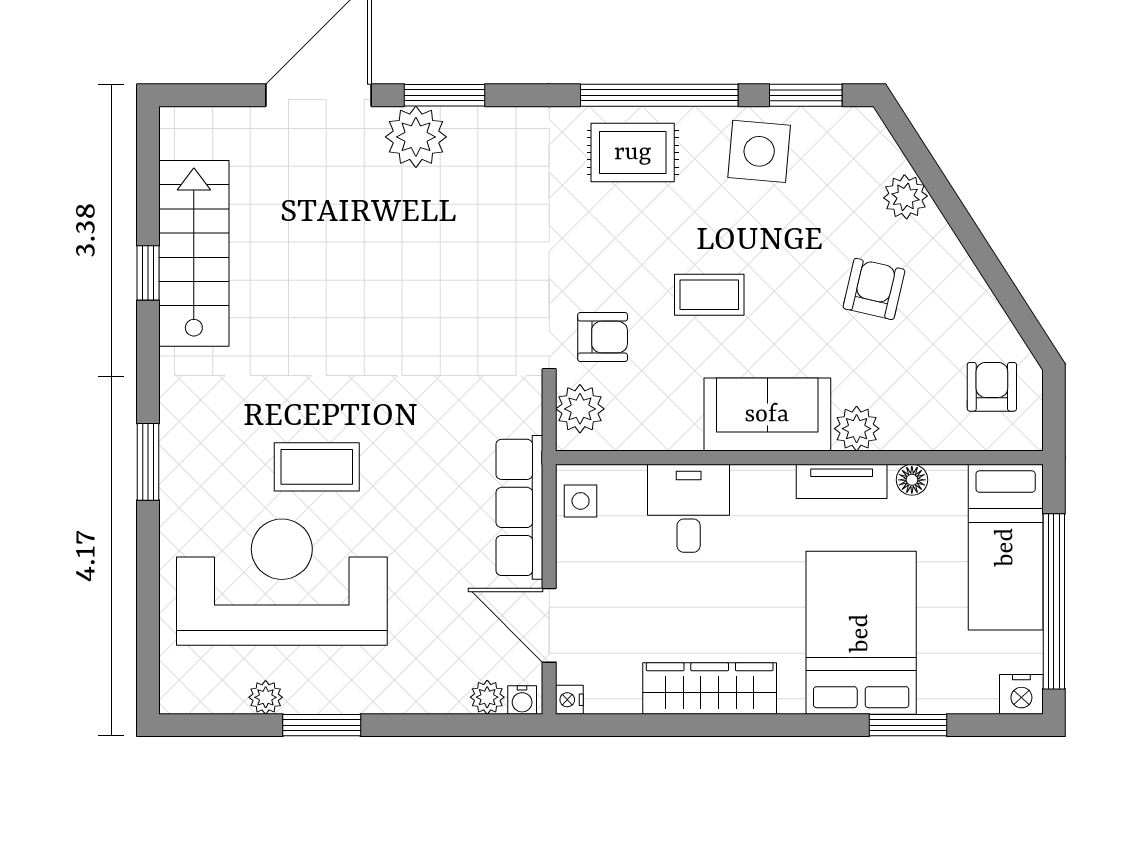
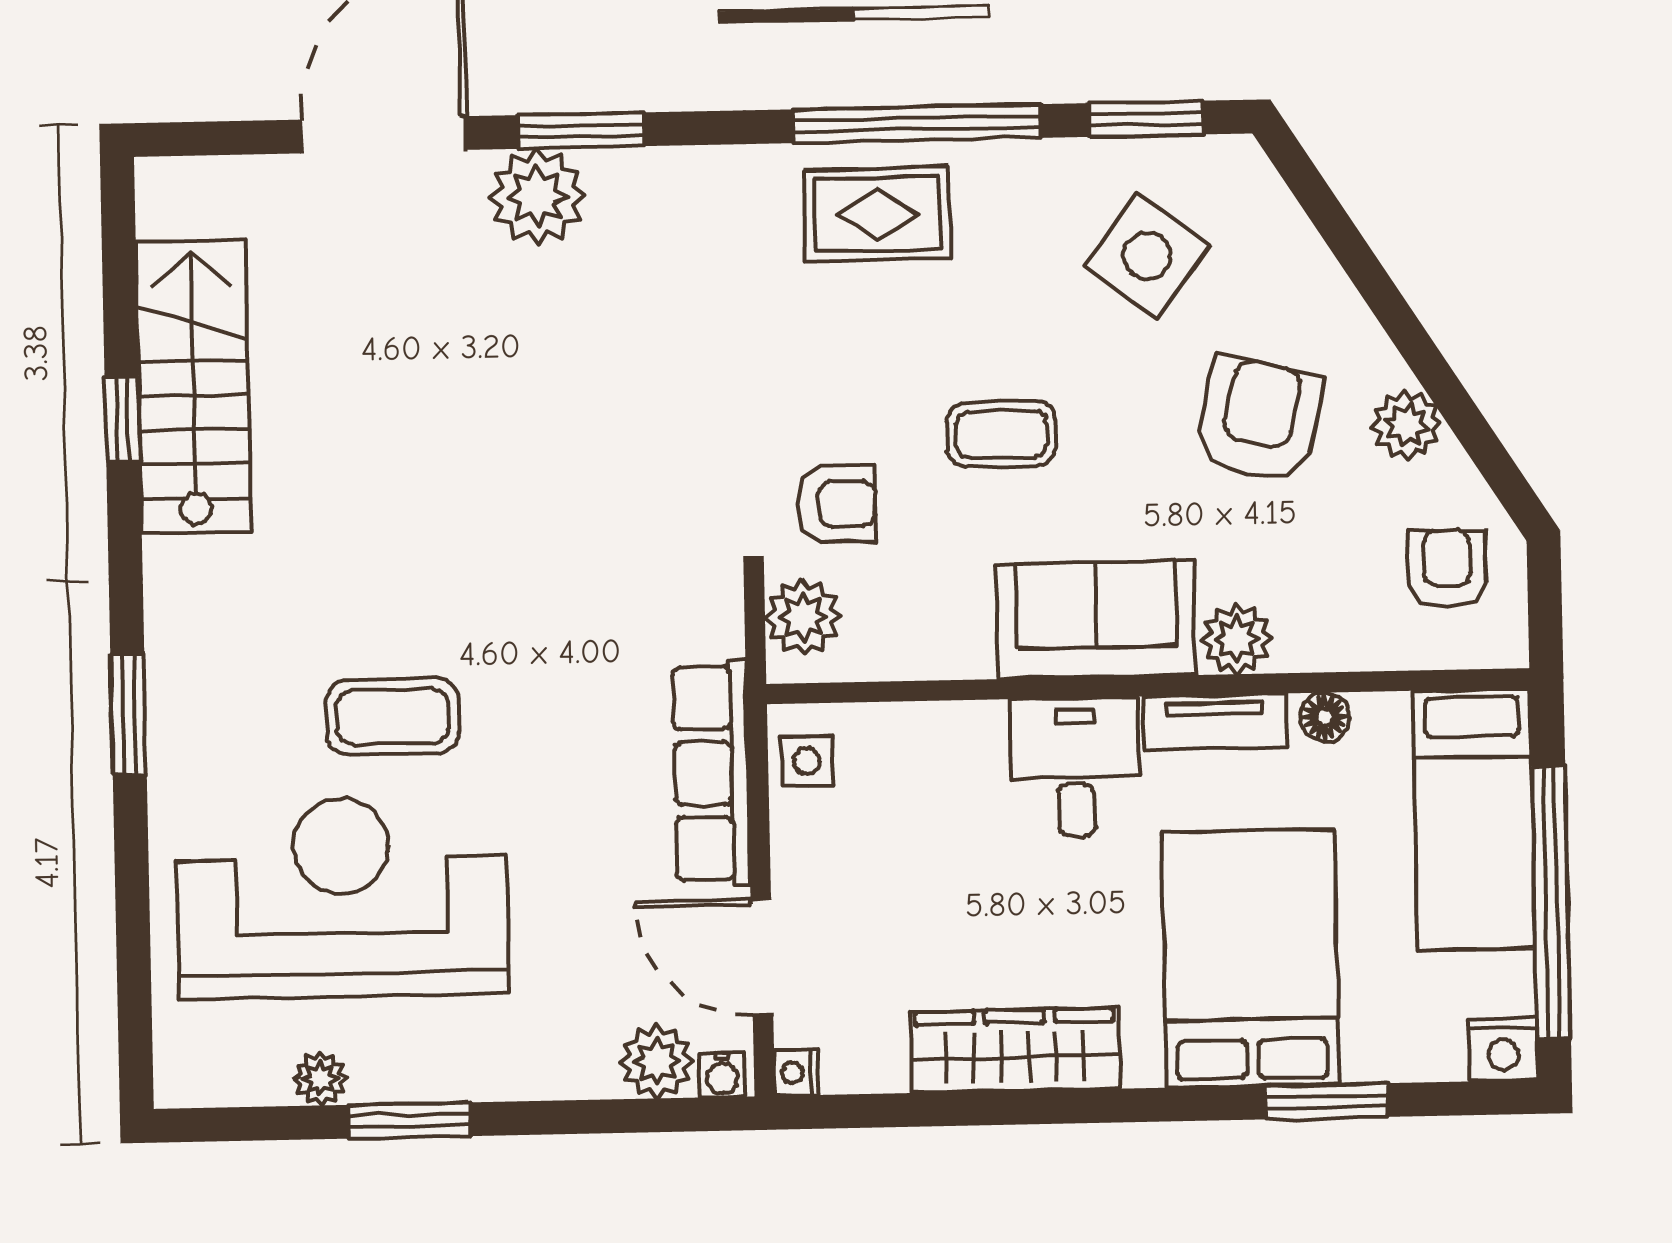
side table: (759, 151) -> (1147, 256), moved, turned 32
plant: (905, 197) -> (1407, 425), moved
armchair: (874, 289) -> (1259, 420), width x1.38, depth x1.38
desk: (689, 508) -> (1075, 767), moved
plant: (487, 697) -> (657, 1062), width x1.38, depth x1.38

